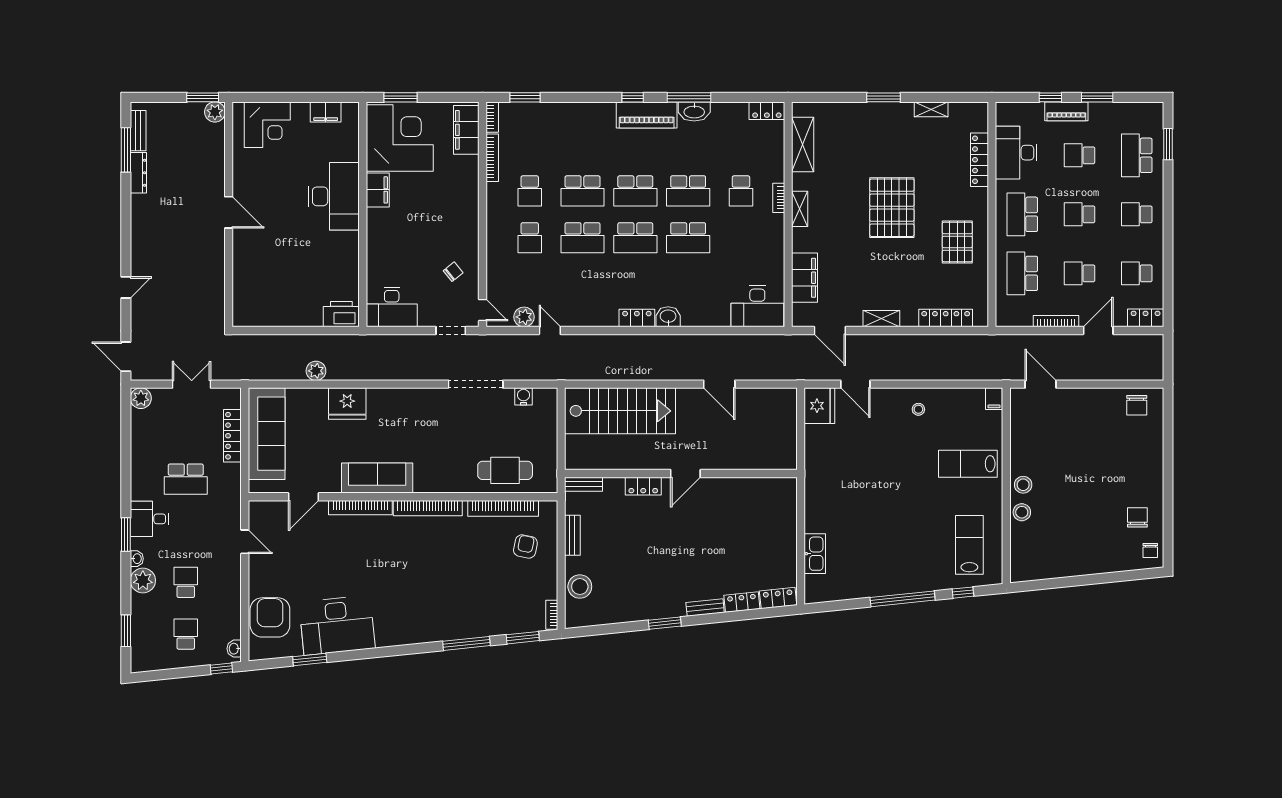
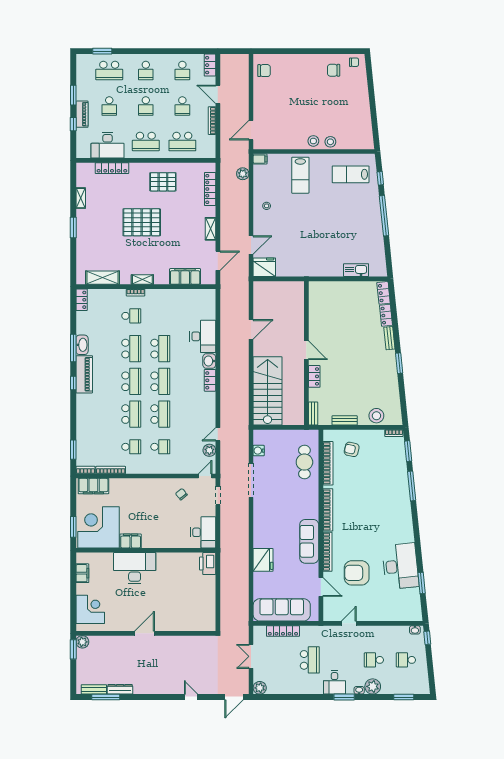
desk: (757, 306) -> (203, 336), moved
plant: (316, 371) -> (243, 174), moved
armchair: (270, 617) -> (357, 573), moved

